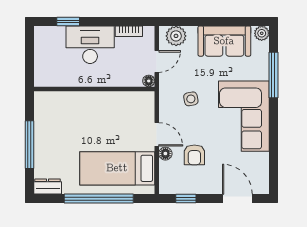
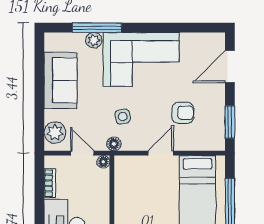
plant: (262, 33) -> (94, 40), moved
floor lamp: (165, 154) -> (114, 144), moved
window: (186, 199) -> (230, 122), width x1.50

